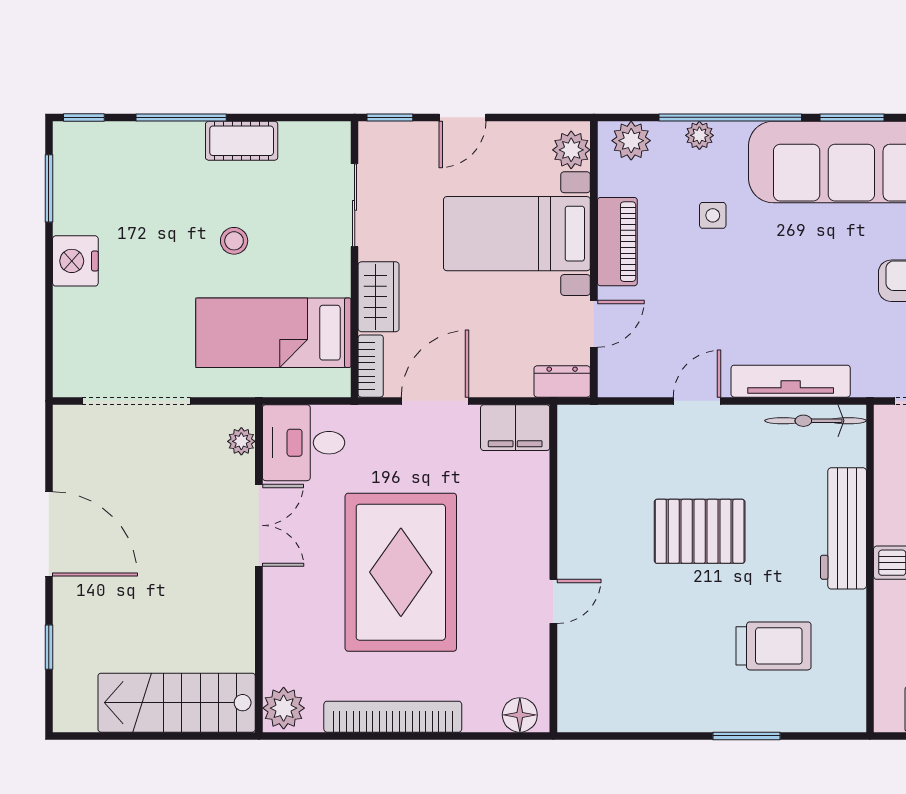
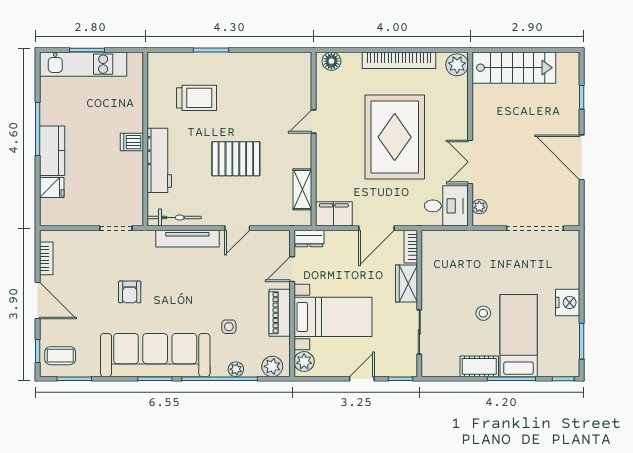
bed: (273, 333) -> (519, 336), moved, turned -90
shelving: (574, 474) -> (302, 189), added
trolley: (774, 646) -> (197, 98), turned 180

